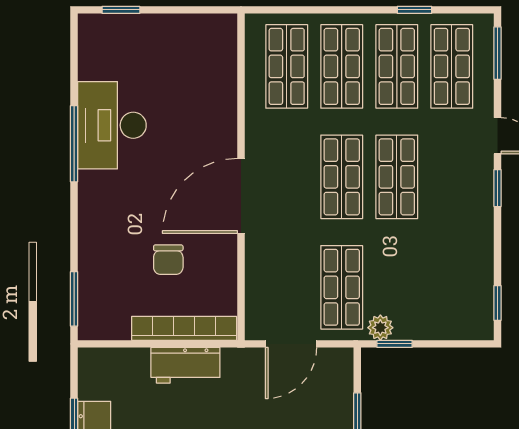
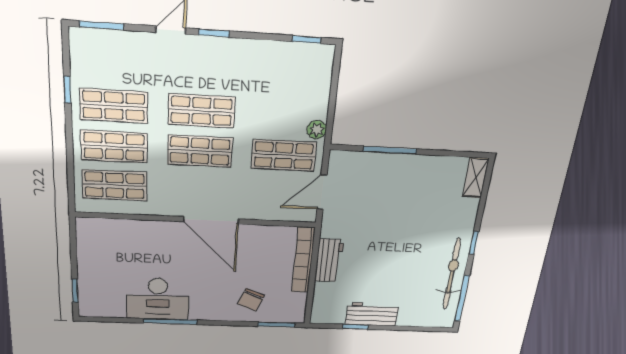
shop shelf: (452, 66) -> (113, 63), removed
chair: (168, 260) -> (251, 300), moved, turned 112
door: (291, 344) -> (322, 192), swing flipped
window: (395, 344) -> (330, 120), removed

